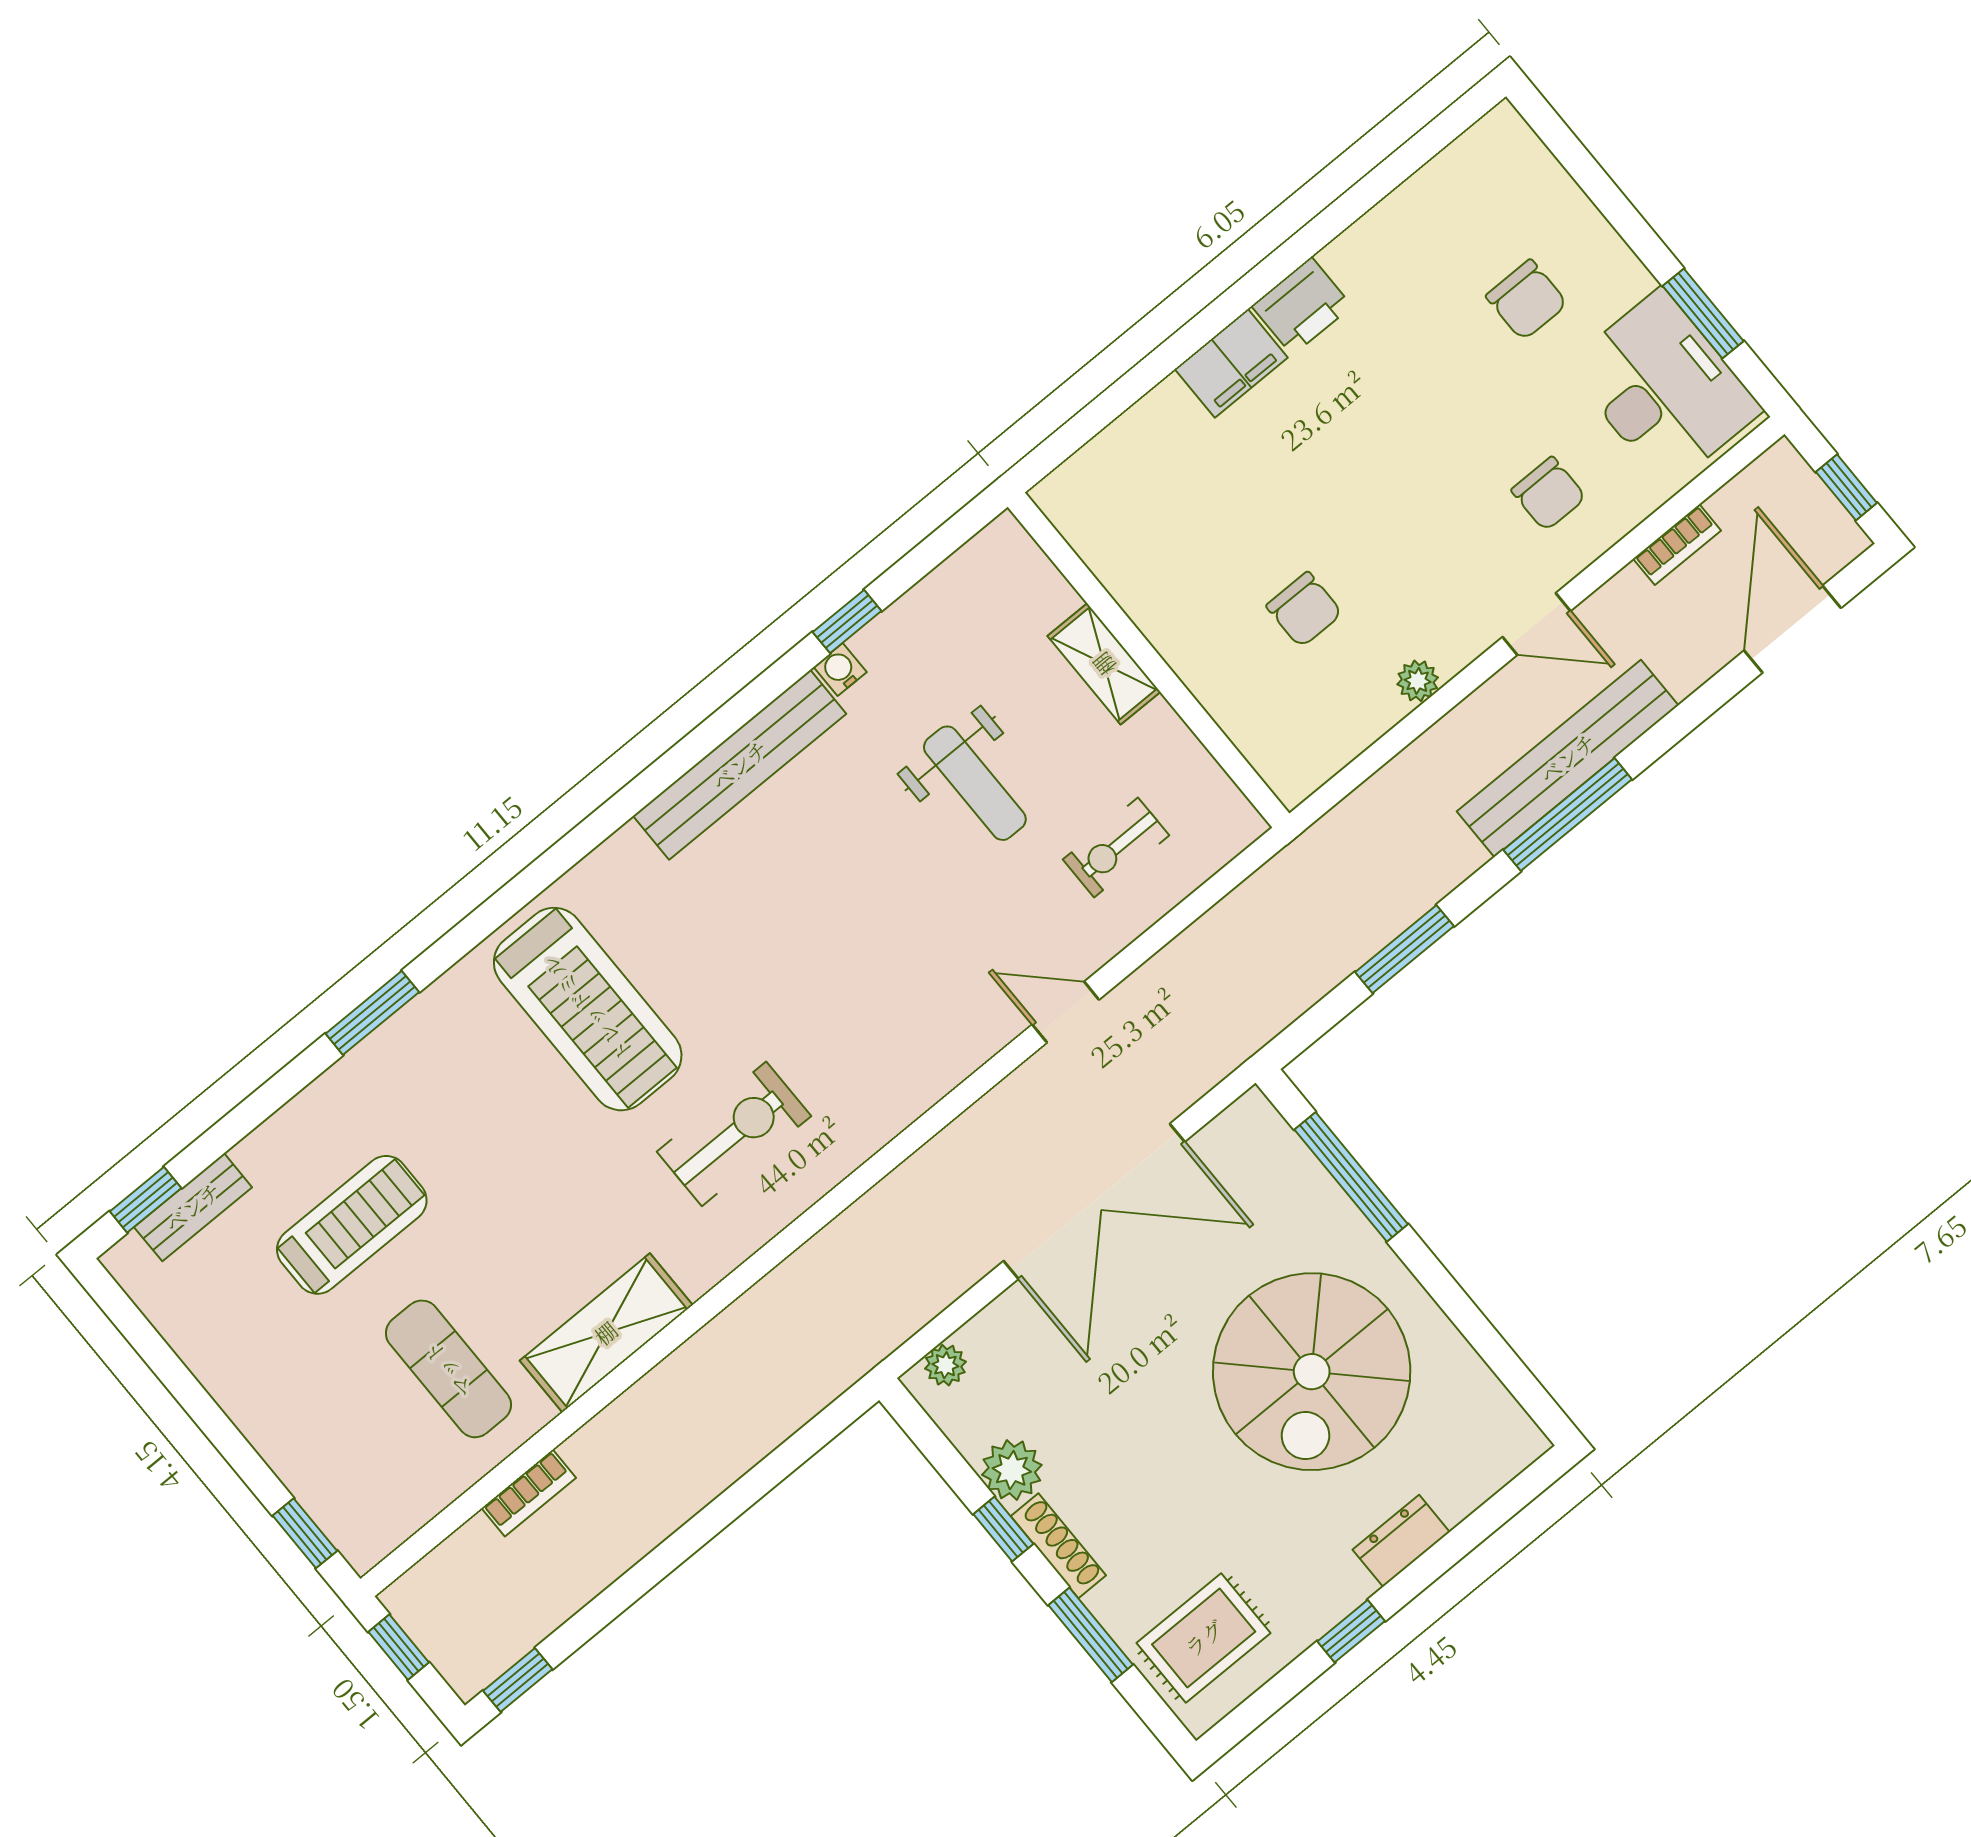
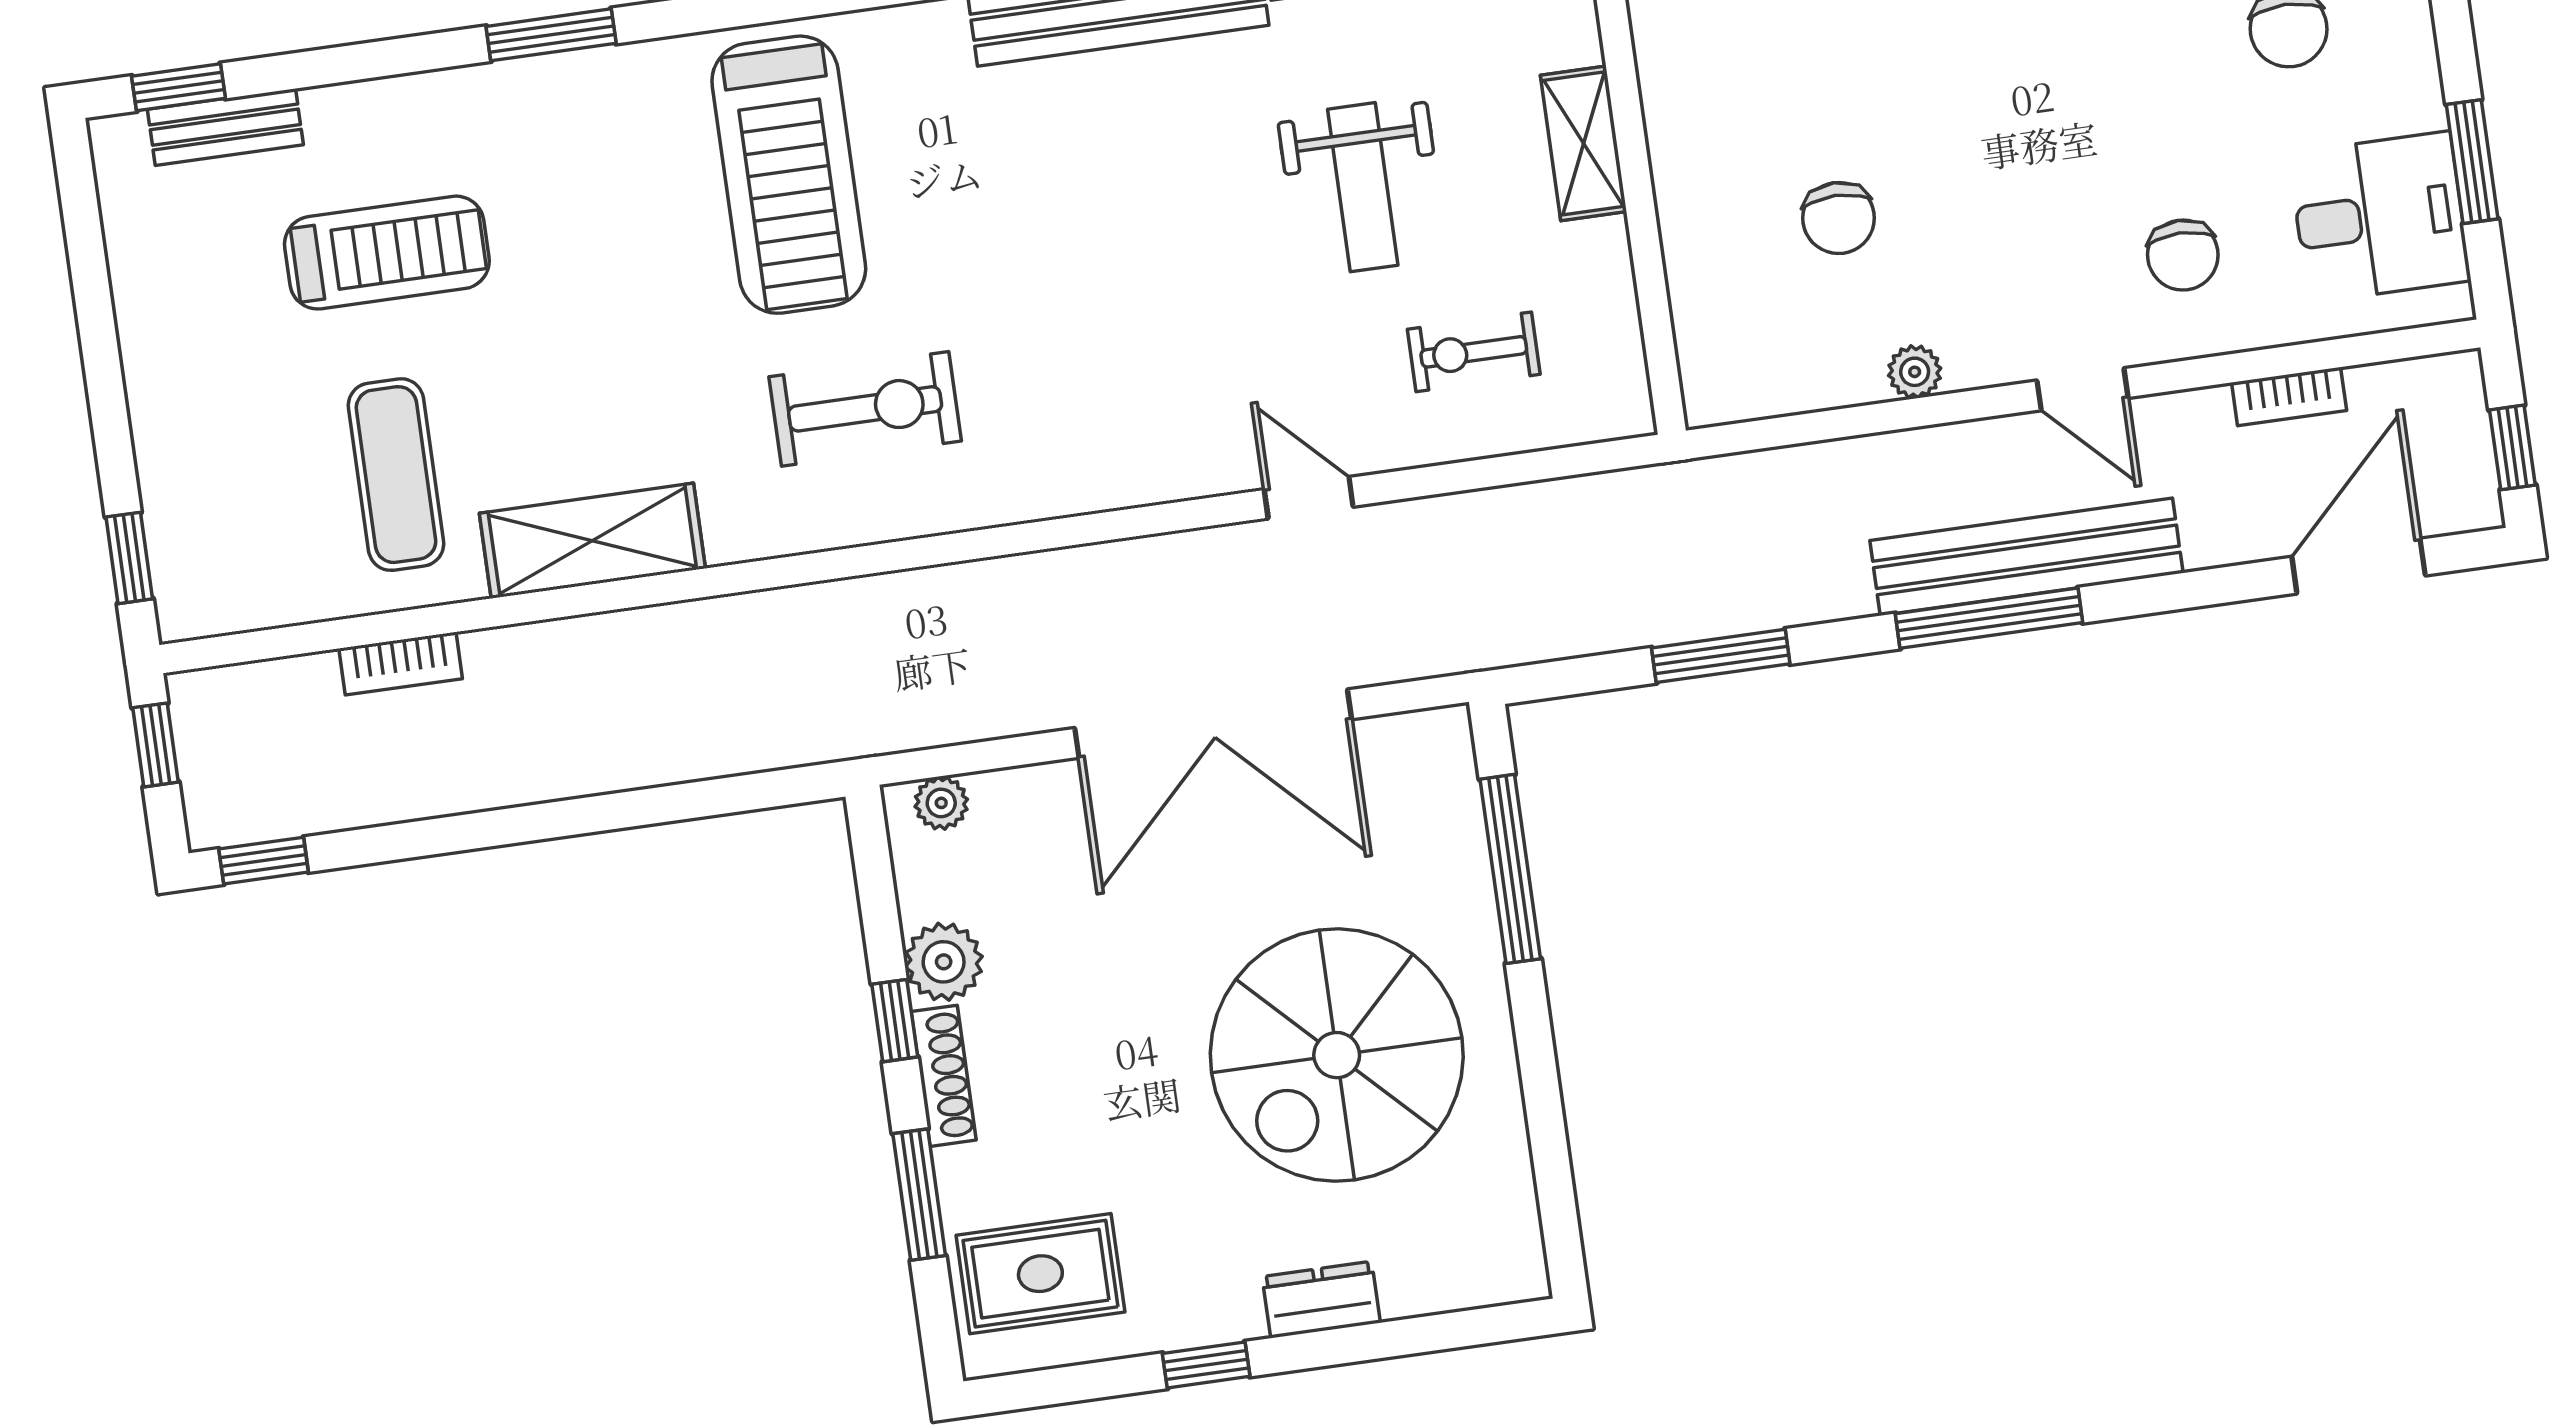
desk: (1664, 388) -> (2379, 217), width x0.73

